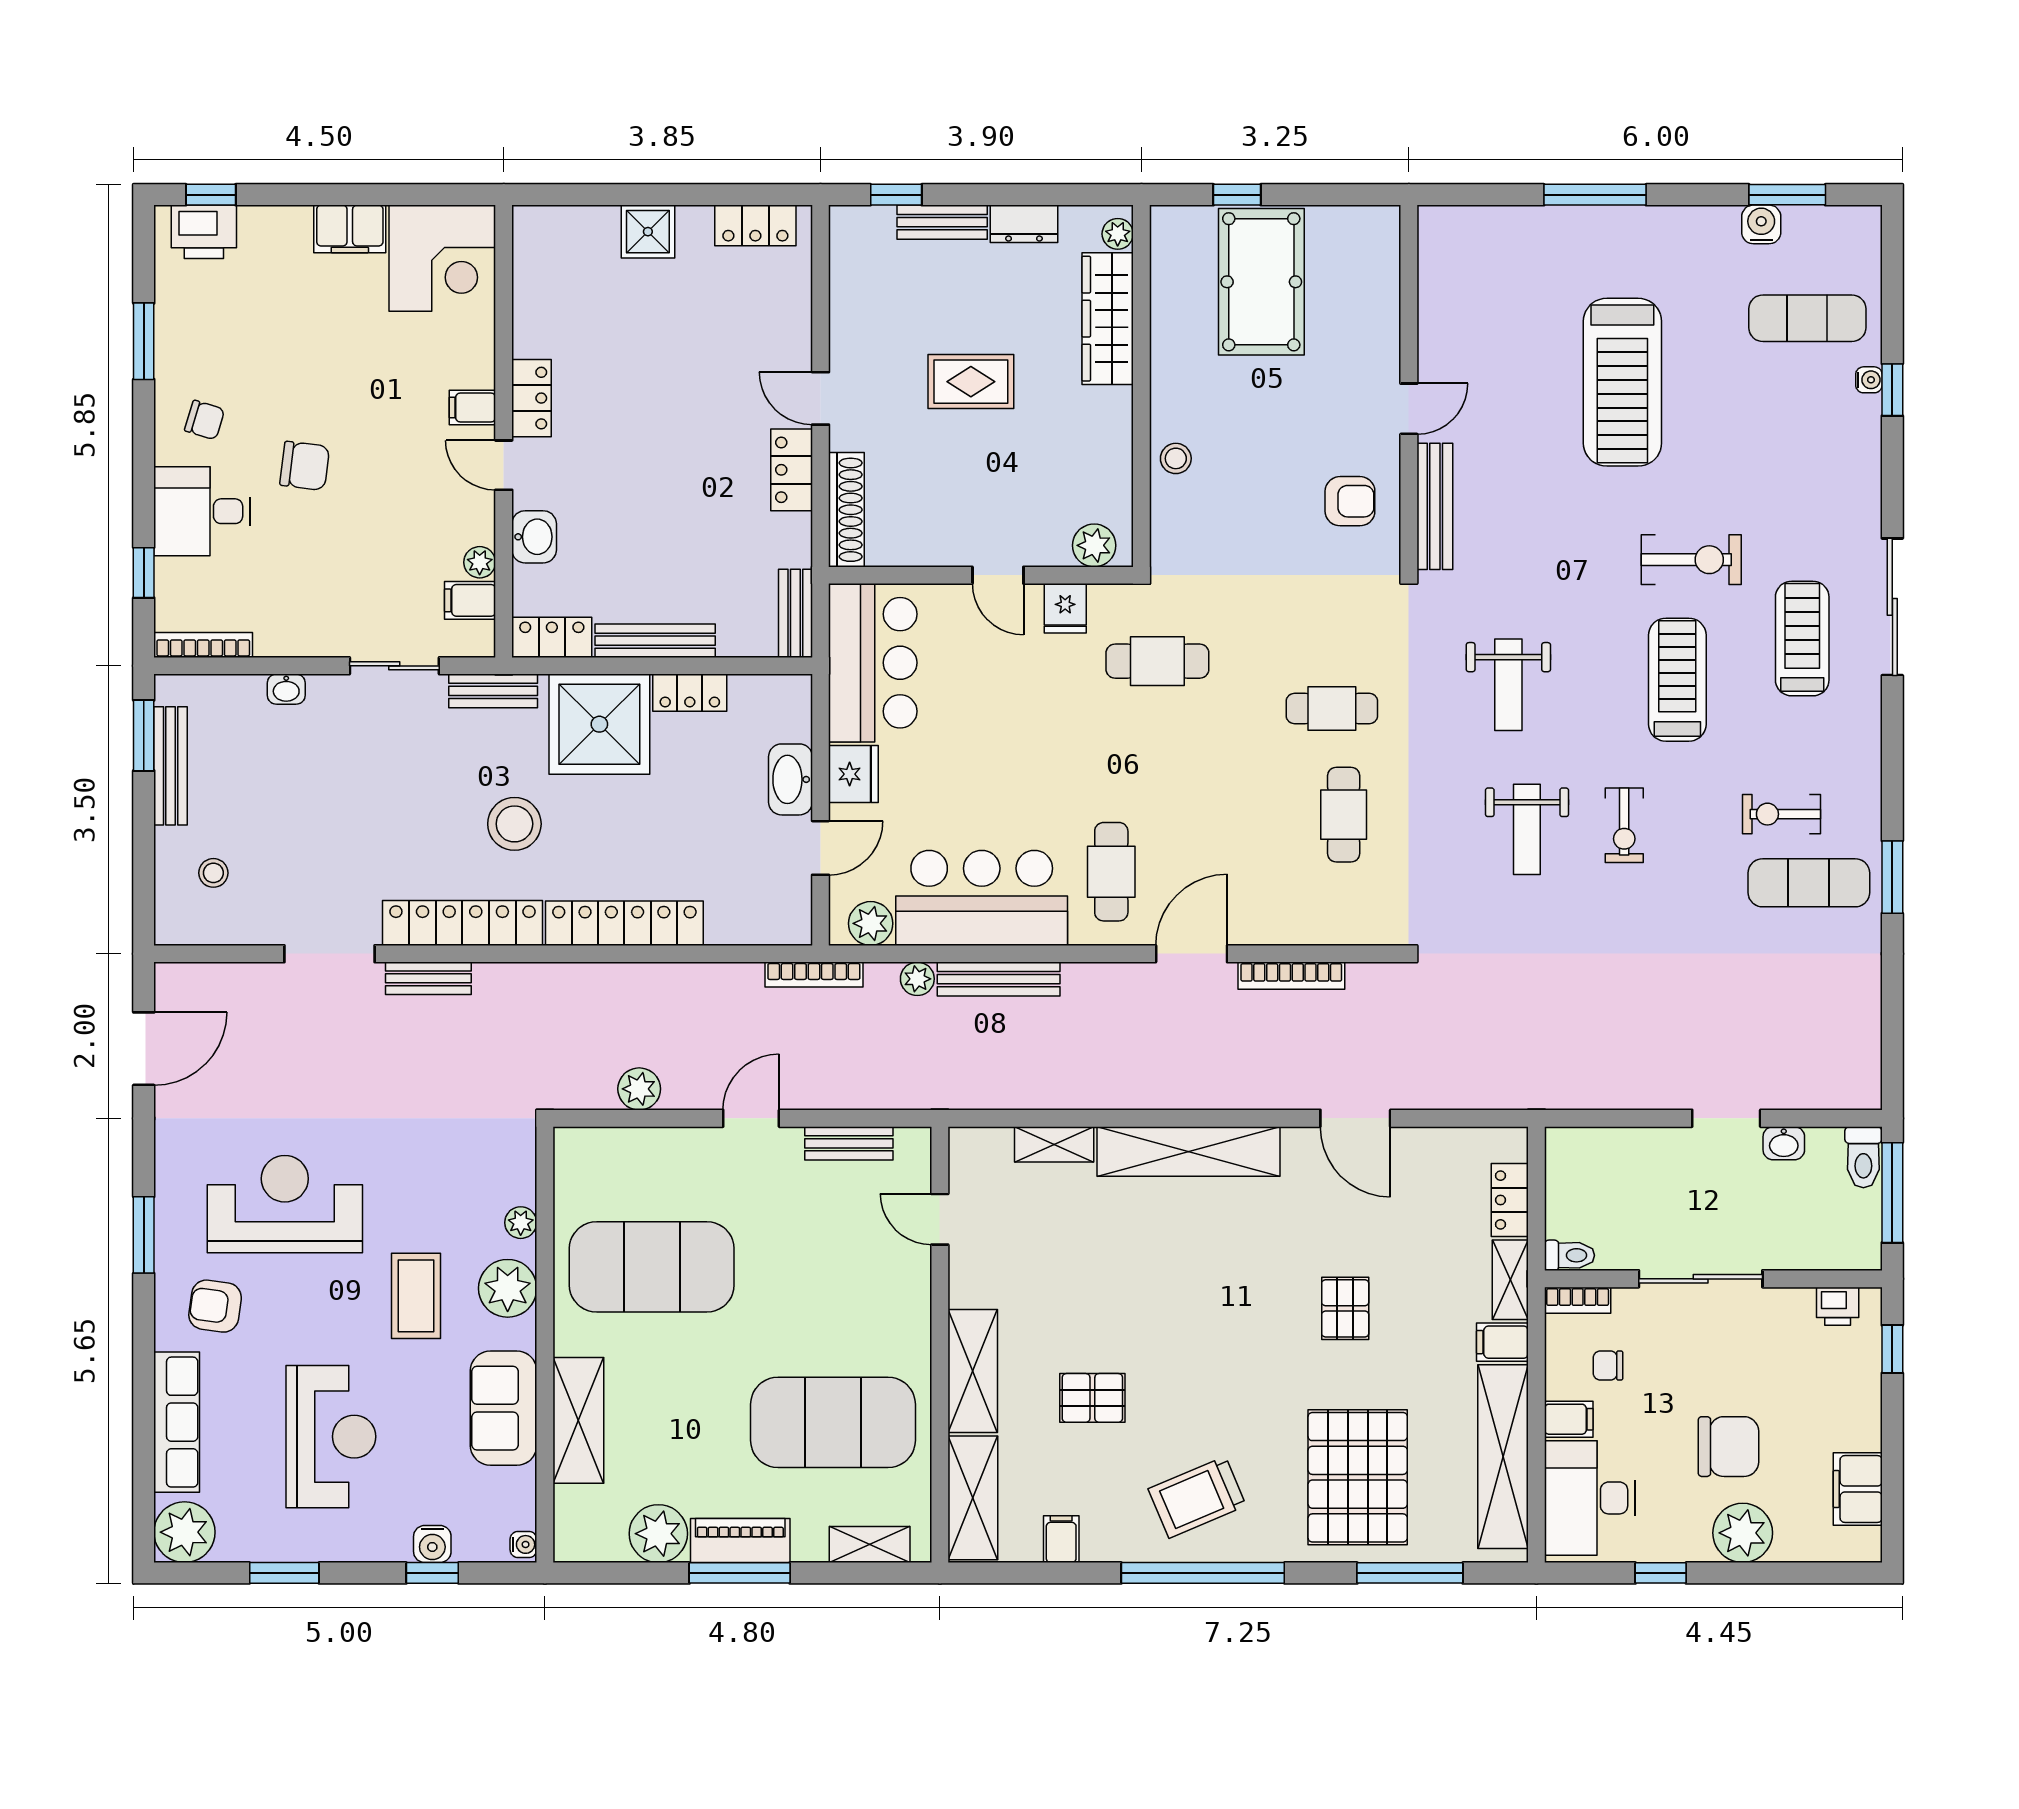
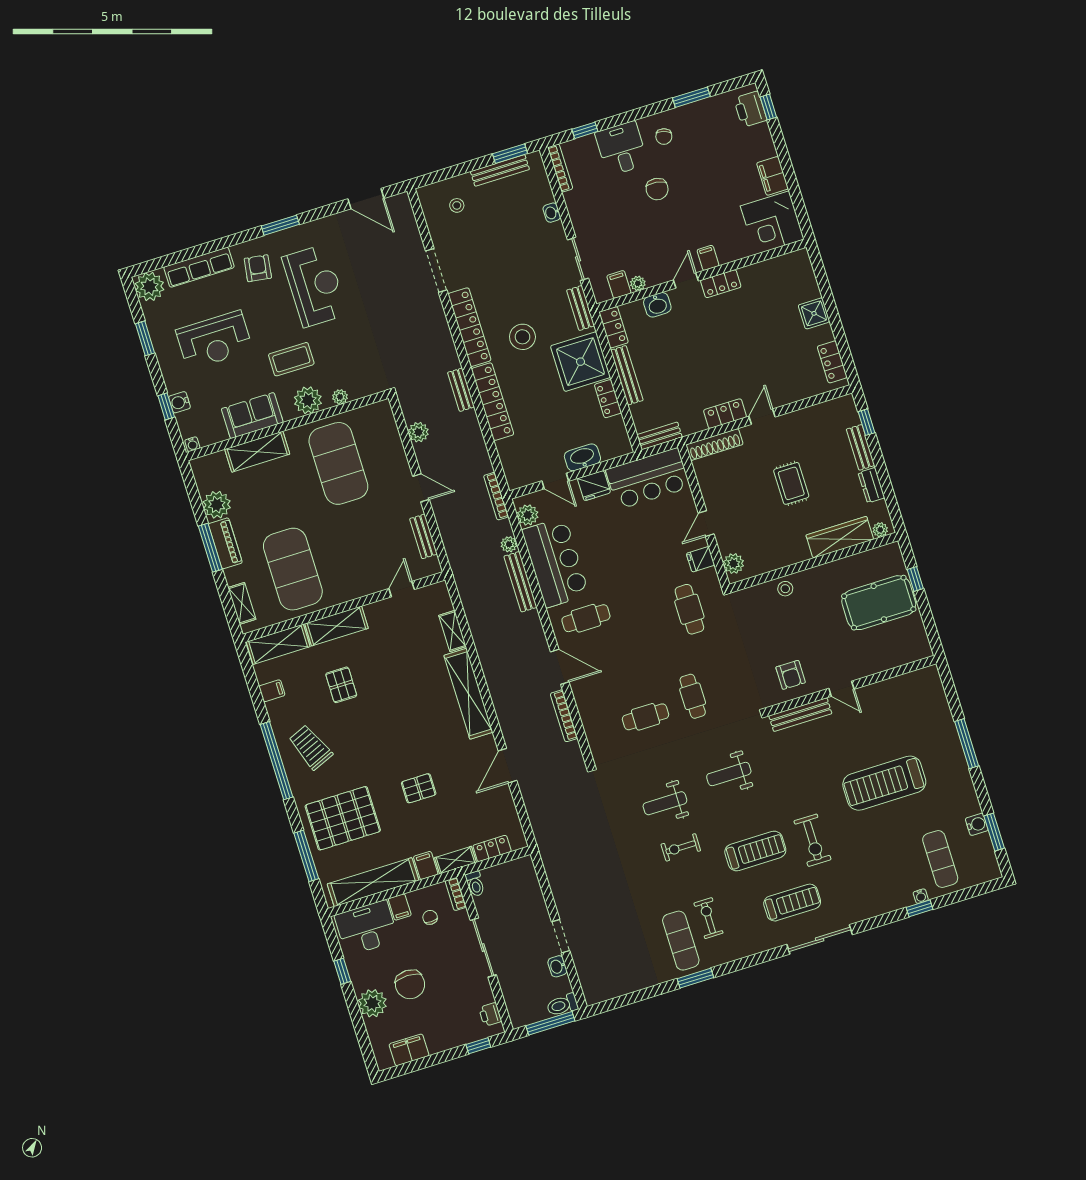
bench: (428, 978) -> (461, 390), moved

